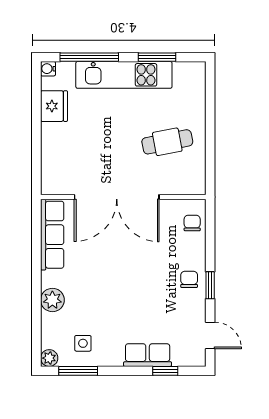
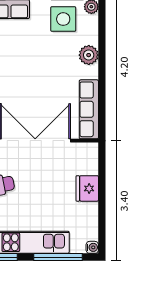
fridge: (54, 106) -> (87, 188), moved
side table: (83, 343) -> (63, 19), width x1.87, depth x1.87

